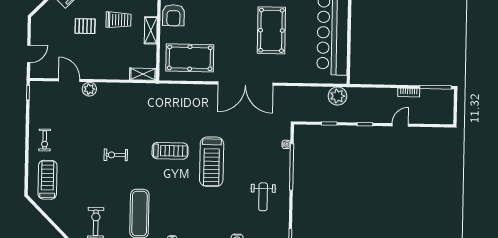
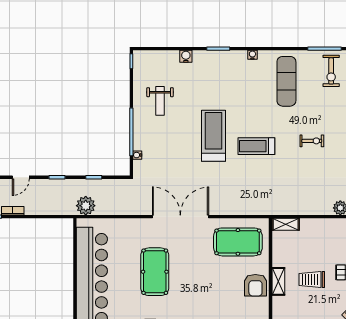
armchair: (173, 15) -> (255, 285), turned 180
shelving: (151, 30) -> (278, 281), moved
weight bench: (263, 197) -> (160, 101), turned 180

